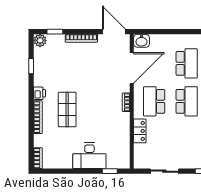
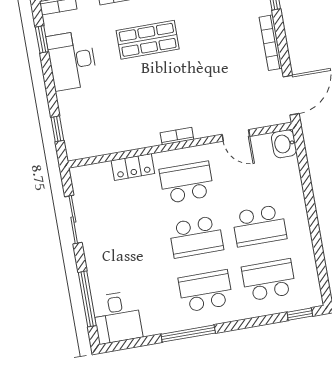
door: (132, 68) -> (236, 135), width x0.53
desk: (89, 156) -> (72, 60), moved
window: (56, 171) -> (42, 39), added

